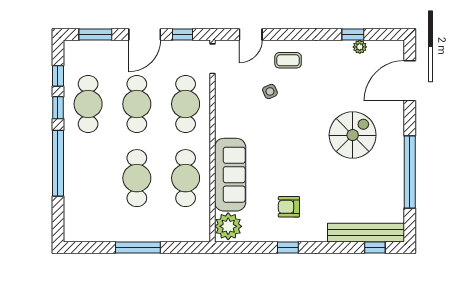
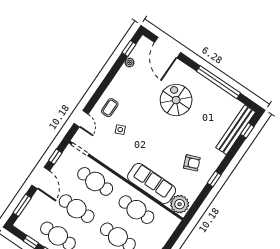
window: (353, 35) -> (129, 48), moved
armchair: (289, 207) -> (192, 163), turned -112

